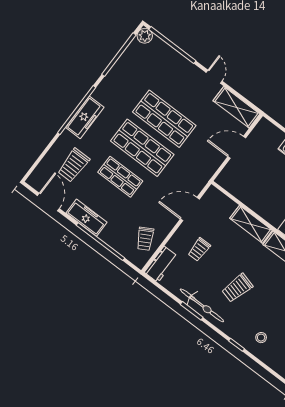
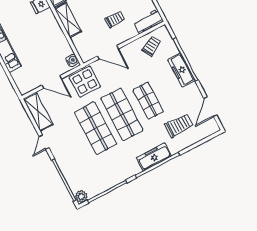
display table: (200, 165) -> (85, 82), added
water cooler: (225, 182) -> (72, 60), added
freezer: (87, 218) -> (181, 70), moved

